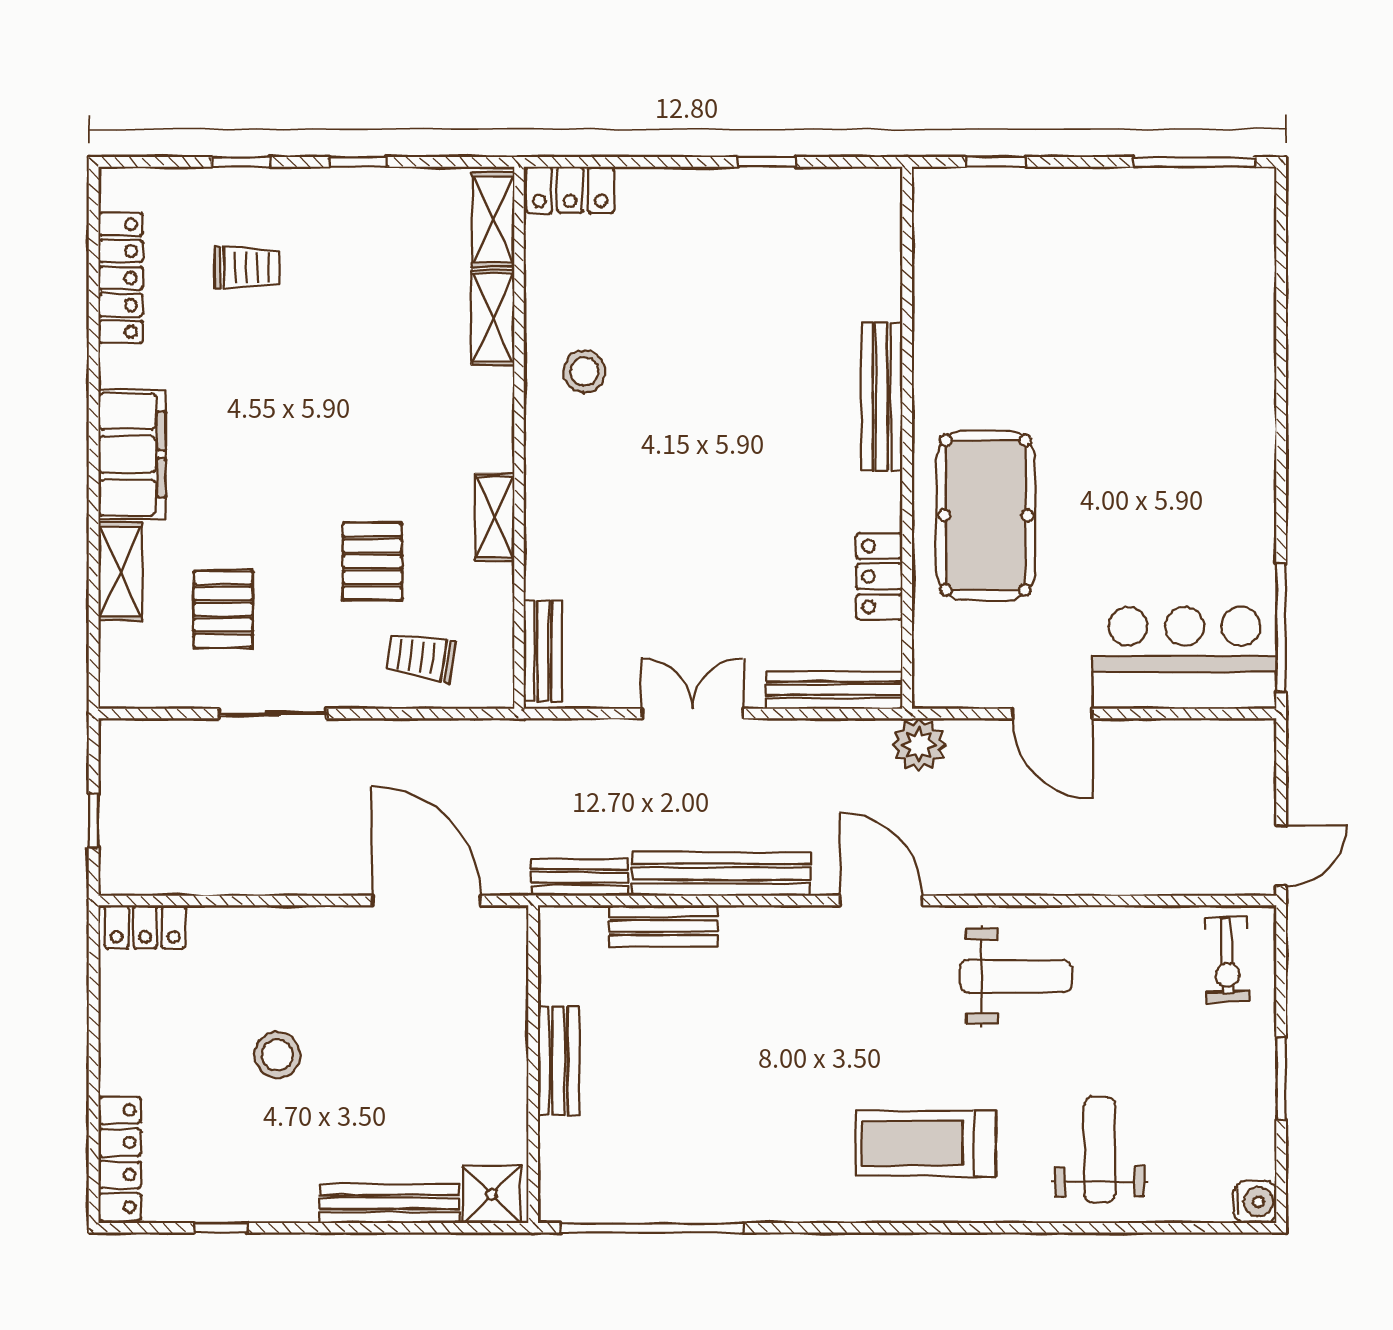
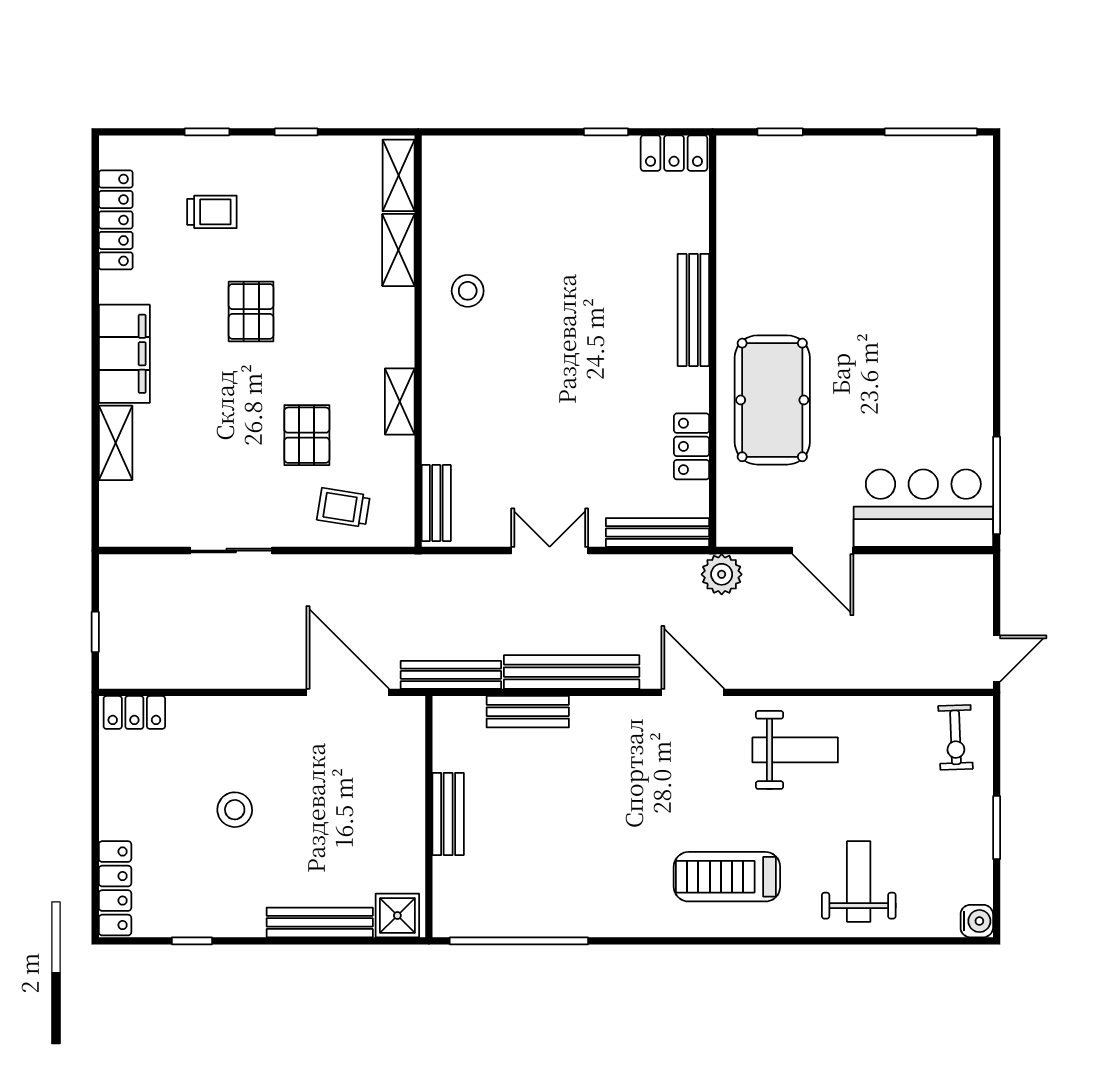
locker: (570, 190) -> (674, 153), moved
pallet: (223, 609) -> (251, 311), moved
bench: (580, 877) -> (451, 675), width x1.36

